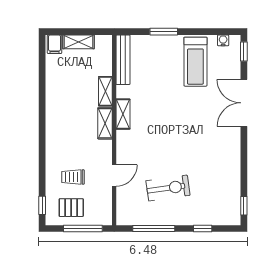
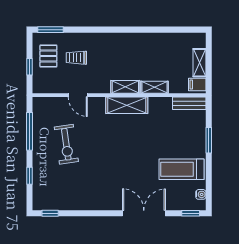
filing cabinet: (55, 44) -> (197, 85), moved
bench: (123, 60) -> (189, 103), width x0.73
shelving: (123, 114) -> (127, 105), width x1.50, depth x1.33
trolley: (73, 177) -> (76, 58), turned -90
window: (42, 205) -> (51, 30), width x1.50
window: (83, 229) -> (29, 67), width x0.46

